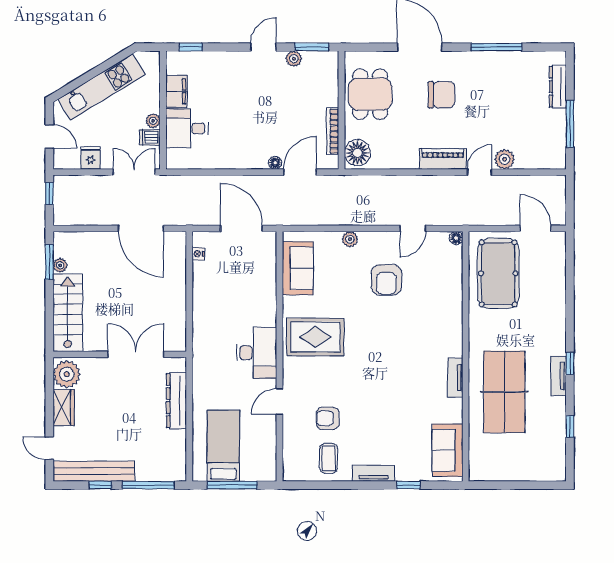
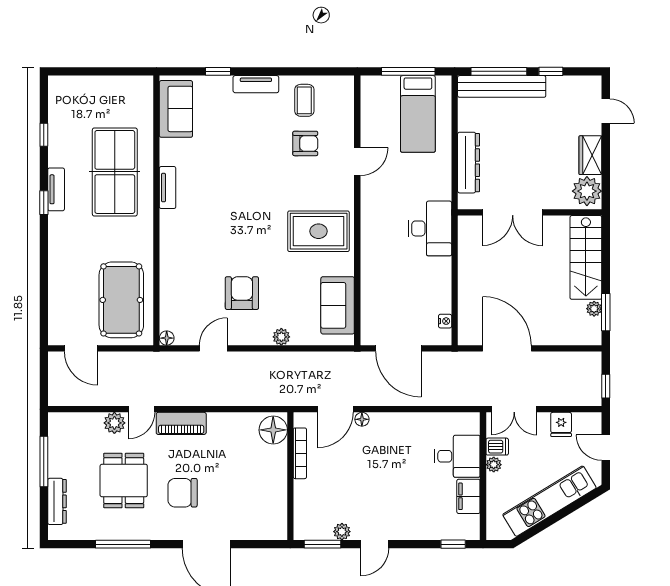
dining table: (370, 94) -> (124, 481), moved
desk: (257, 353) -> (430, 228), moved, turned 180
bench: (94, 471) -> (502, 86), moved

